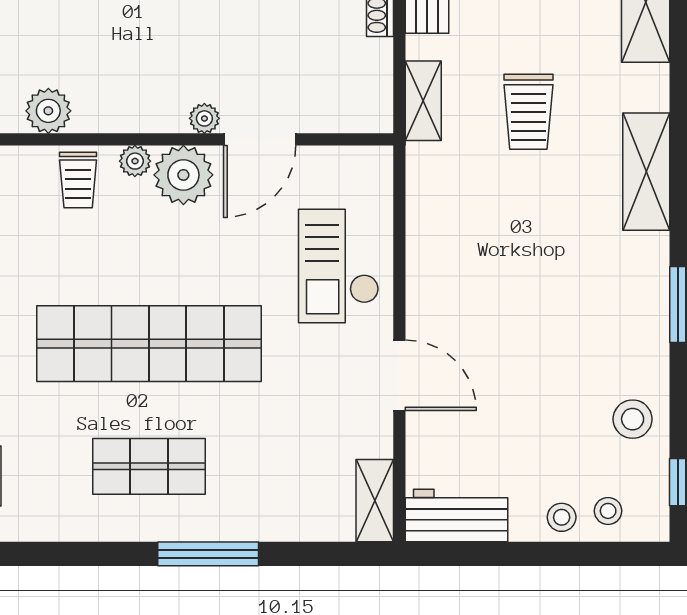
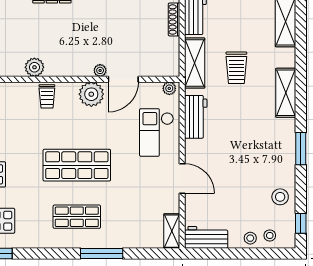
shelving: (423, 101) -> (195, 63), width x1.50, depth x1.33
plant: (135, 161) -> (169, 88), moved
workbench: (432, 229) -> (196, 117), added
shop shelf: (149, 344) -> (77, 165), width x0.71

